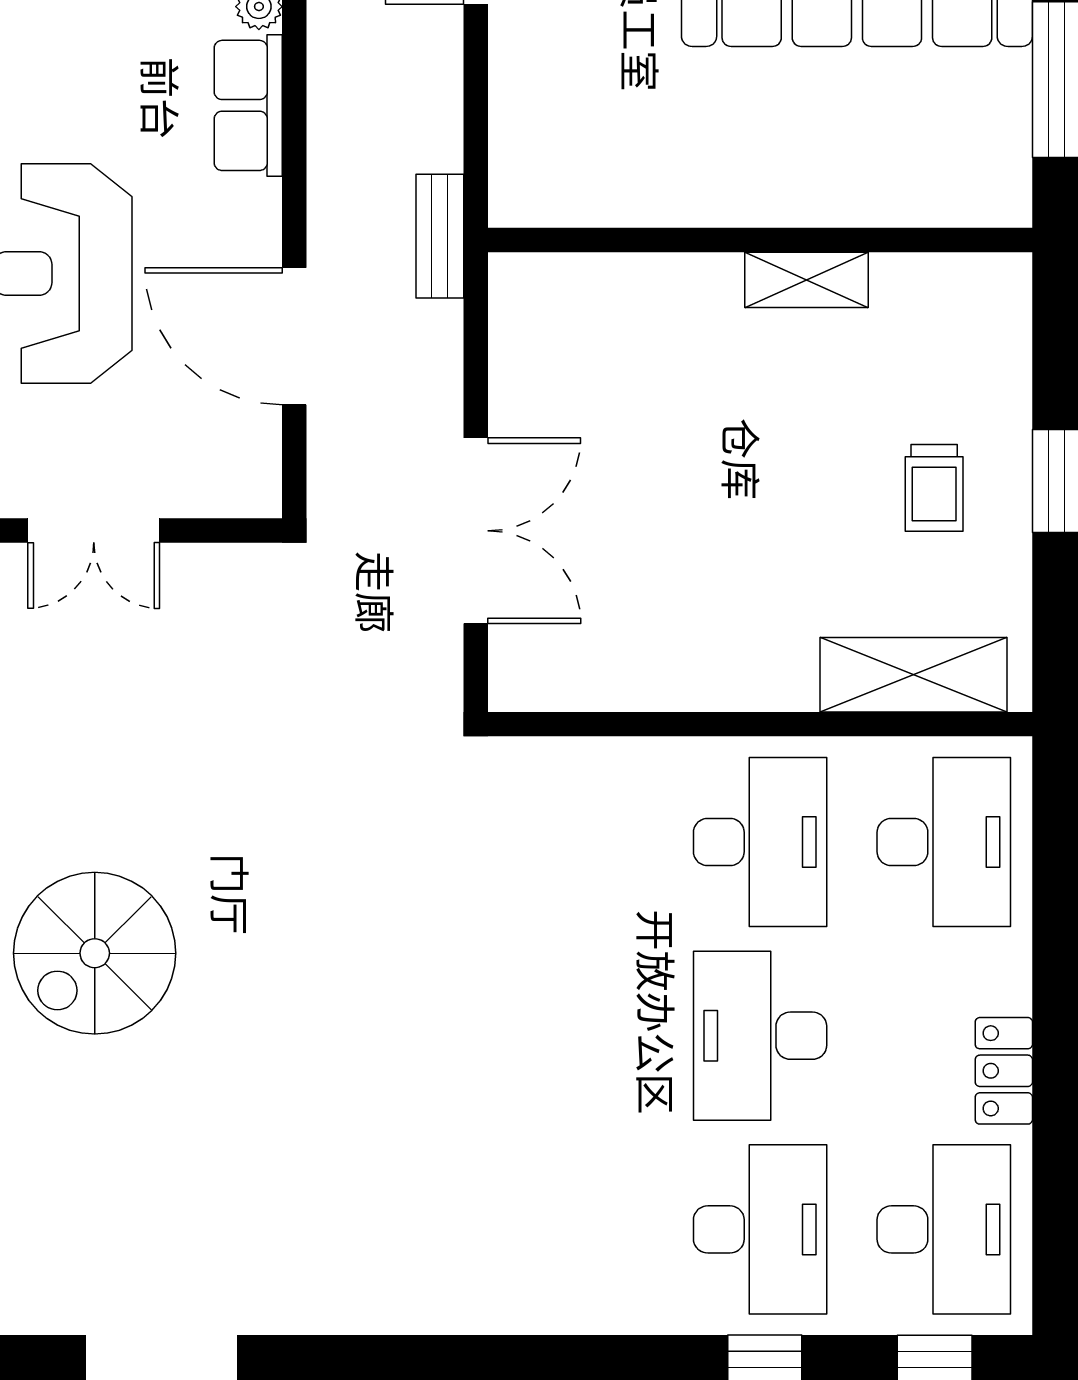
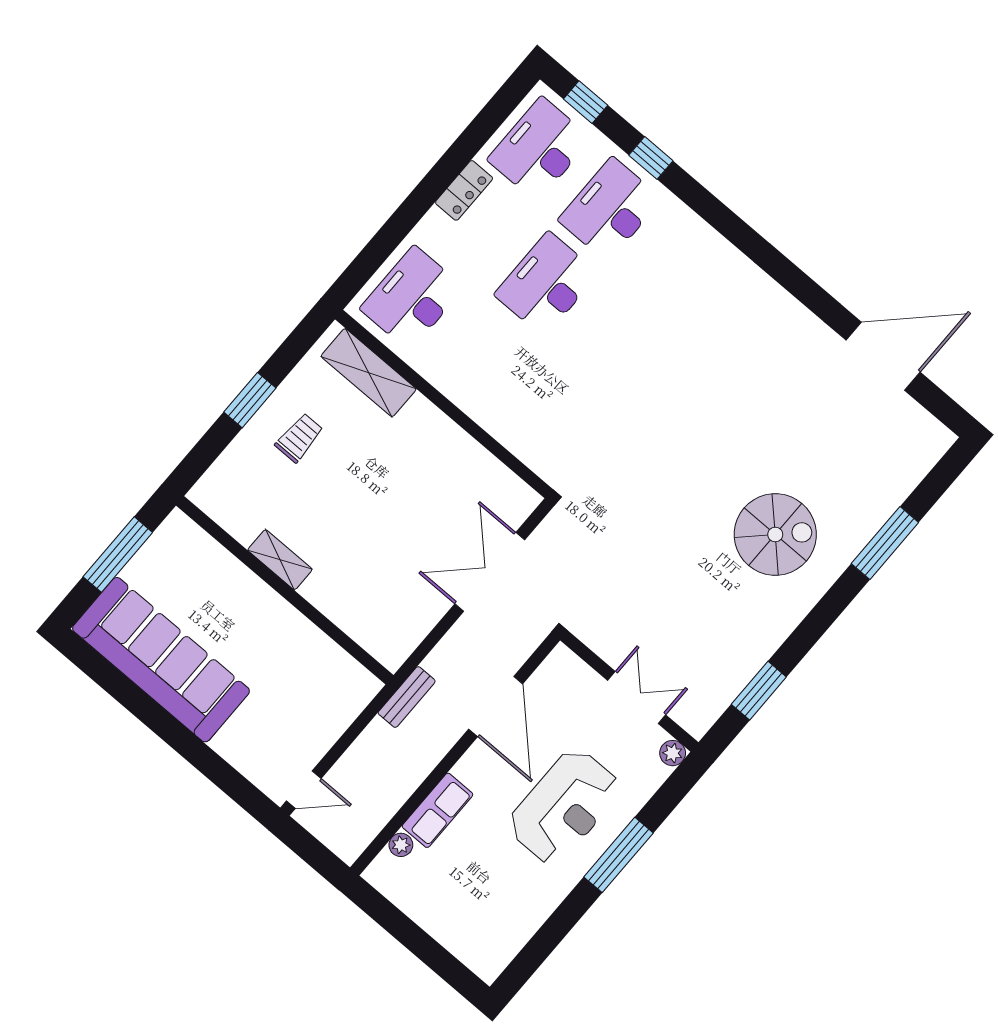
desk: (760, 842) -> (483, 359), removed
desk: (760, 1036) -> (546, 284), turned 180

